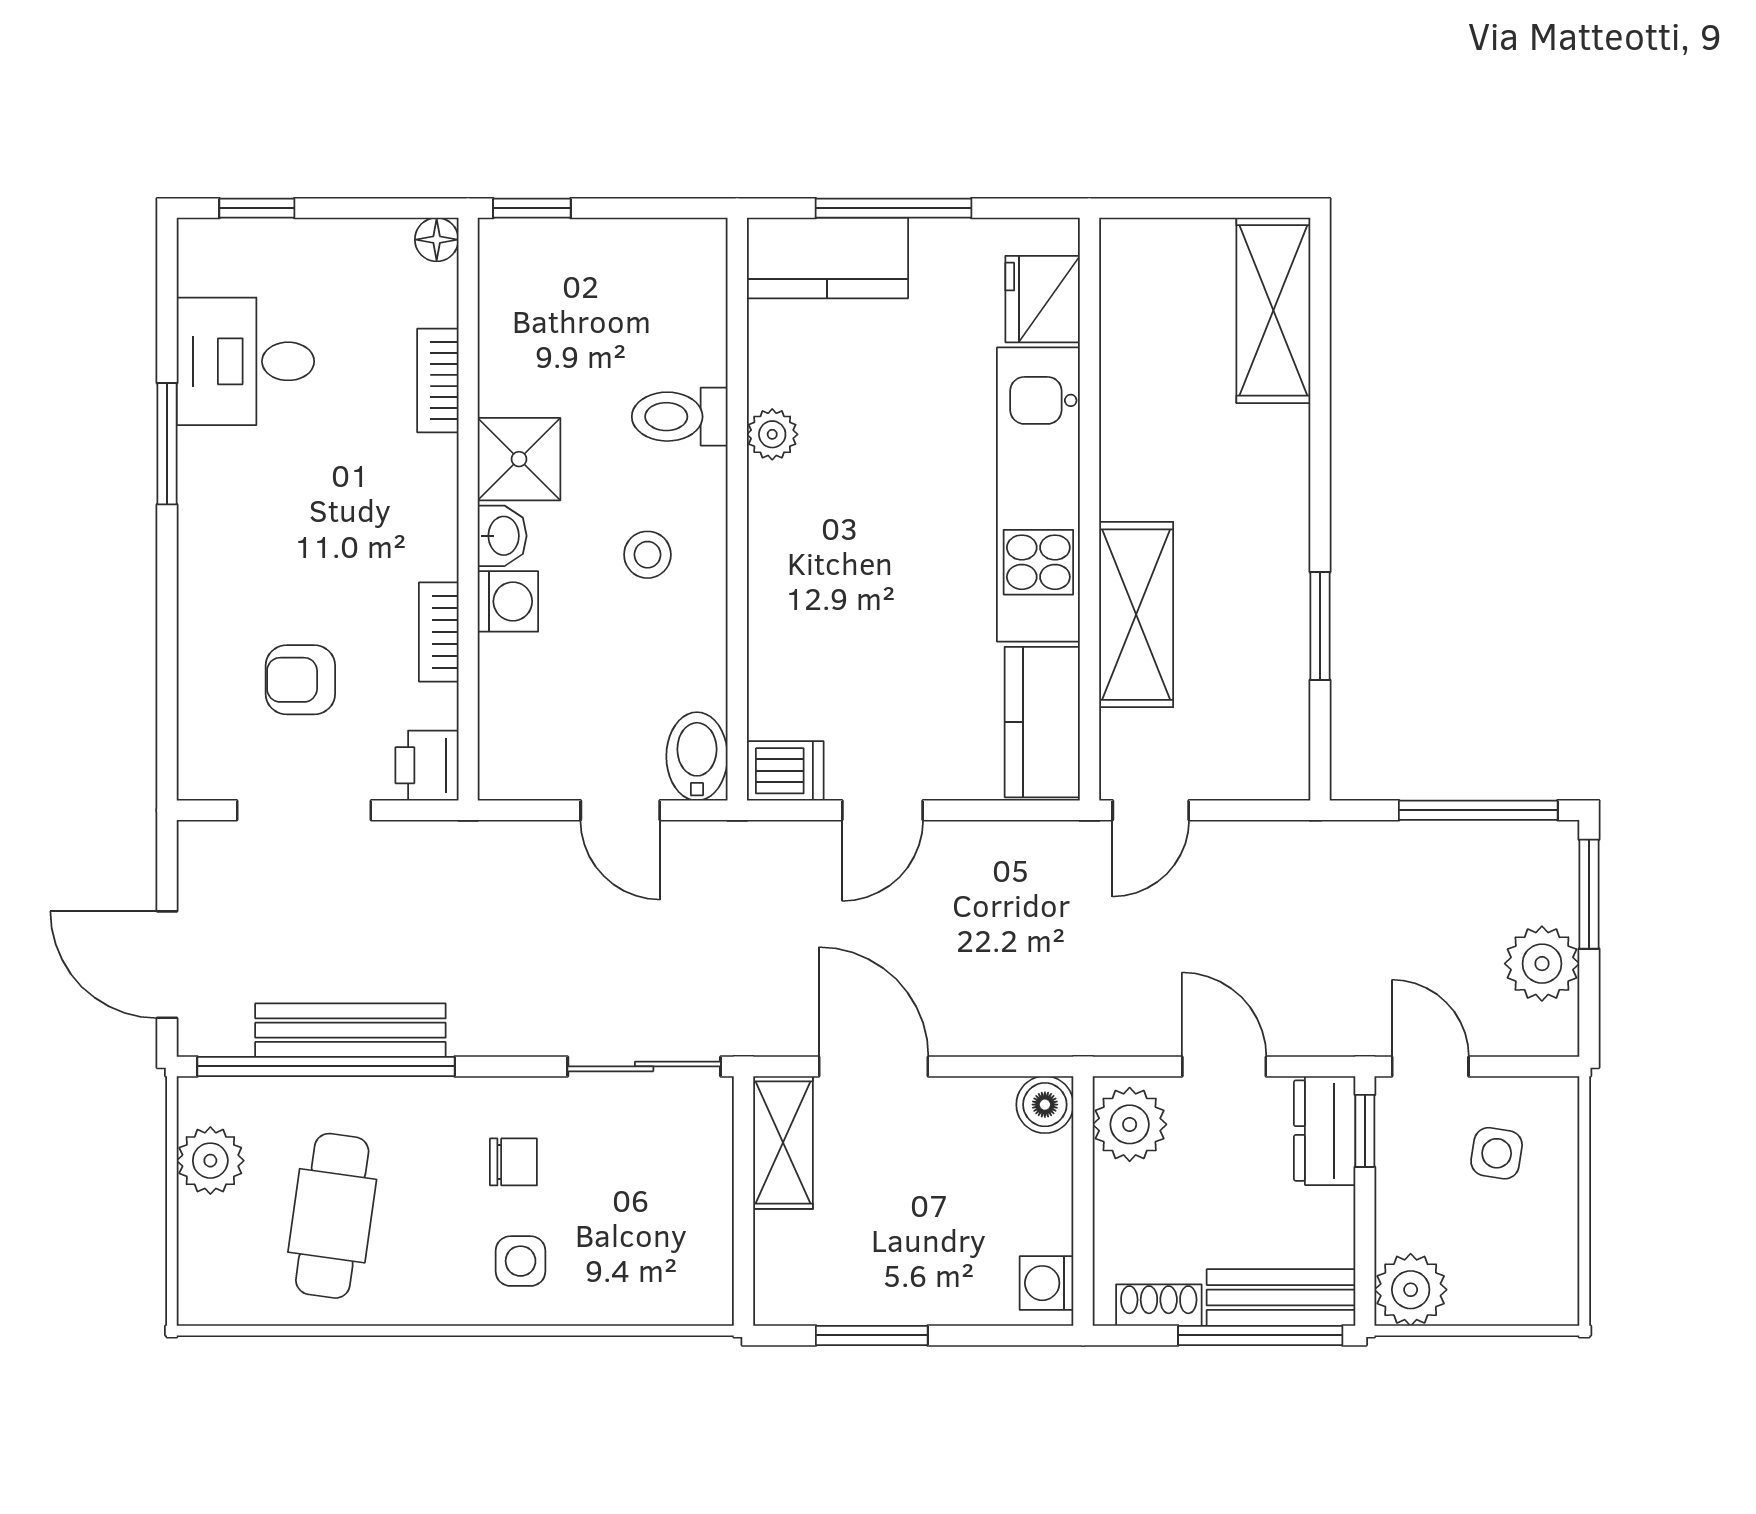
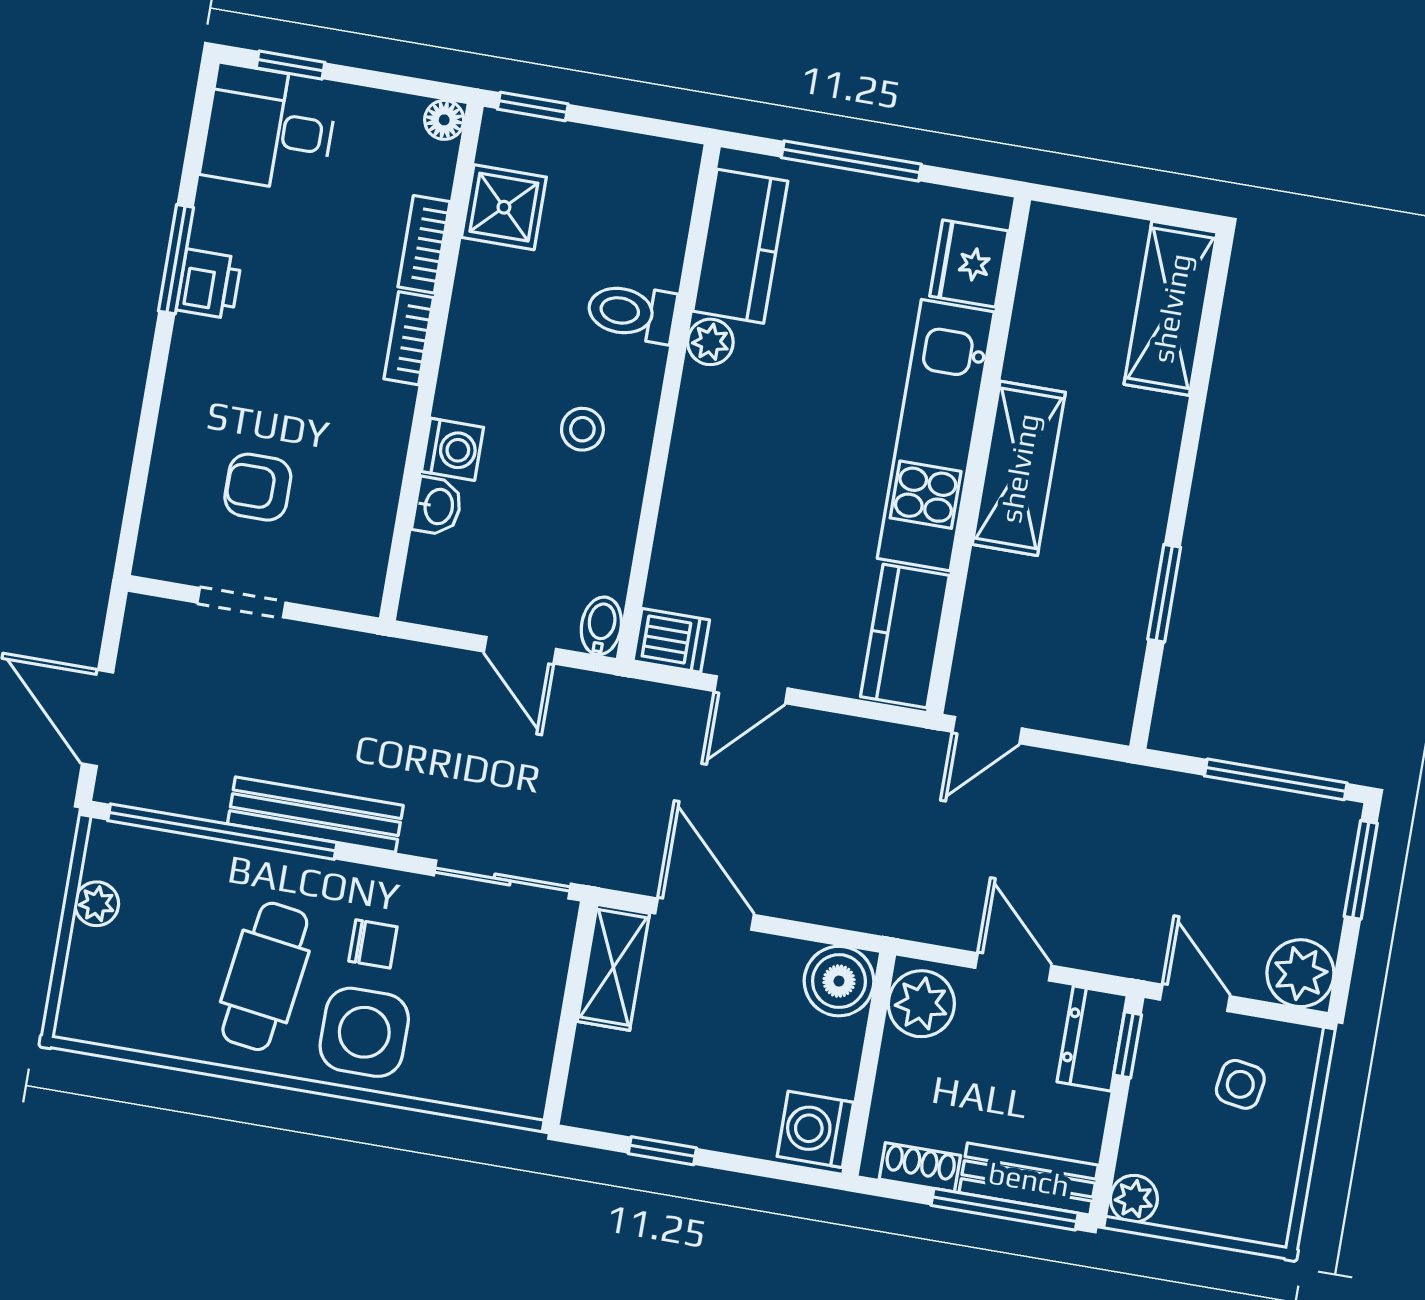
kitchen counter: (827, 258) -> (740, 246), moved, turned -90
desk: (245, 361) -> (269, 128), moved
shower: (519, 459) -> (504, 207), moved
washbasin: (502, 536) -> (438, 506), moved
shelving: (1136, 615) -> (1019, 468), moved
bookcase: (439, 632) -> (409, 338), moved
bidet: (697, 756) -> (601, 626), width x0.72, depth x0.74
printer: (427, 765) -> (209, 284), moved, turned 180
doorway: (304, 810) -> (241, 603), width x0.73
plant: (1542, 964) -> (1300, 973), moved
bench: (350, 1030) -> (315, 815), moved
boiler: (1045, 1105) -> (839, 981), width x1.36, depth x1.36
plant: (210, 1161) -> (97, 904), width x0.73, depth x0.73
cafe table: (332, 1216) -> (265, 976), moved
side table: (521, 1261) -> (364, 1032), width x1.87, depth x1.87
washing machine: (1047, 1283) -> (815, 1129), width x1.38, depth x1.38
plant: (1411, 1290) -> (1134, 1199), width x0.73, depth x0.73
window: (872, 1335) -> (662, 1151), width x0.67

